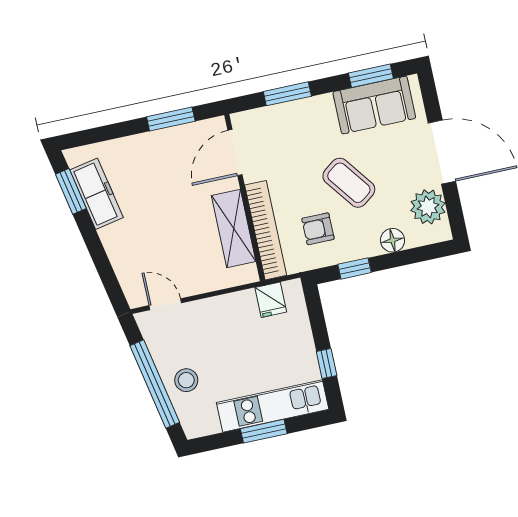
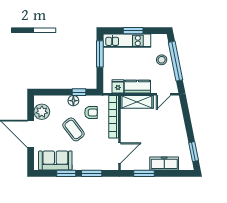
window: (371, 76) -> (66, 173), moved
freezer: (97, 194) -> (164, 163), moved, turned 101
shelving: (234, 229) -> (137, 102), moved, turned 90
floor lamp: (393, 240) -> (73, 101), moved
door: (165, 304) -> (164, 94), hinge flipped
kitchen counter: (227, 309) -> (137, 87), added
window: (327, 363) -> (100, 54), width x2.17

